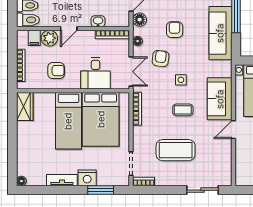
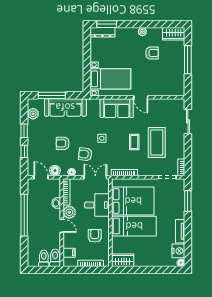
plant: (49, 38) -> (69, 212), moved
coffee table: (183, 110) -> (134, 142), moved
nightstand: (87, 178) -> (178, 251), moved

